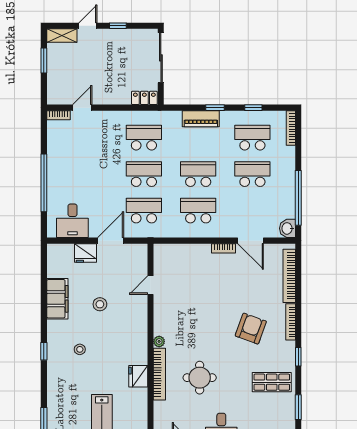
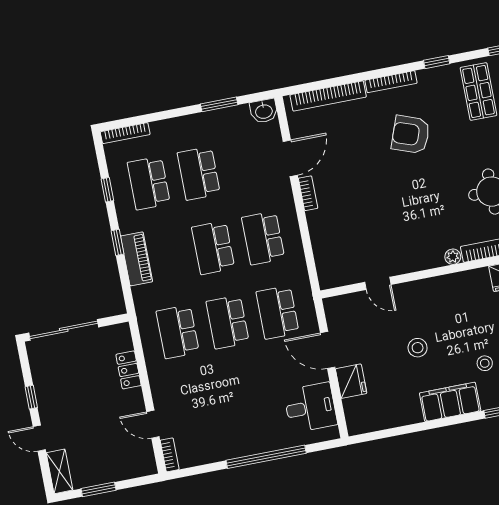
locker: (144, 98) -> (128, 370), moved
window: (298, 198) -> (219, 104), width x0.47
filing cabinet: (57, 299) -> (450, 402), moved

